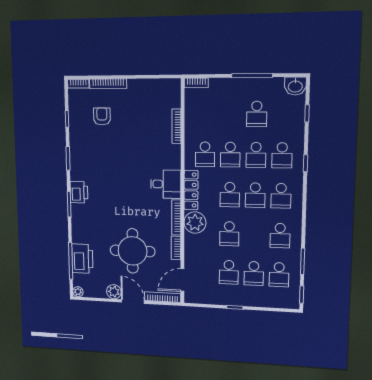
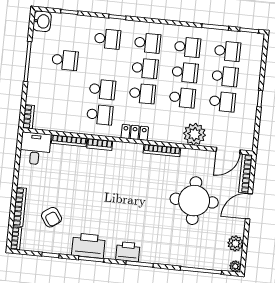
armchair: (102, 116) -> (51, 217), turned -124
school desk: (256, 155) -> (185, 72), moved
desk: (166, 184) -> (35, 149), moved
locker: (191, 190) -> (135, 132), width x0.66
plant: (195, 223) -> (195, 134), moved
bookcase: (176, 248) -> (100, 144), moved
printer: (82, 259) -> (88, 246), moved
door: (182, 280) -> (228, 151), hinge flipped
plant: (114, 292) -> (235, 243), moved

